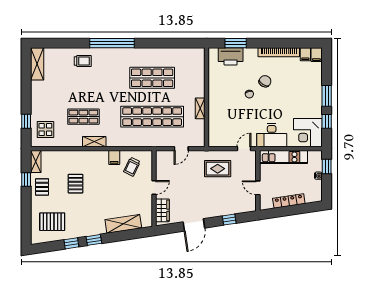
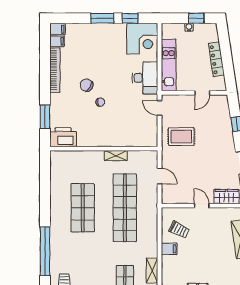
printer: (231, 56) -> (63, 137), moved, turned -90
window: (327, 166) -> (196, 18), moved
rug: (218, 169) -> (181, 137), turned 90

